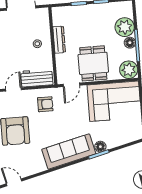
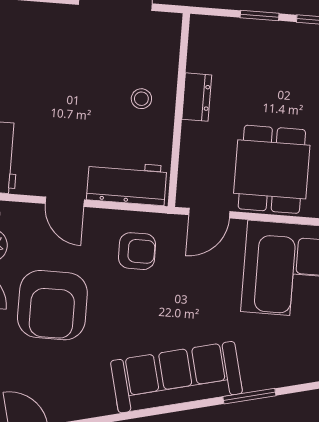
dresser: (59, 40) -> (197, 97), width x0.70
door: (13, 89) -> (65, 202), swing flipped
floor lamp: (100, 147) -> (256, 377), removed

